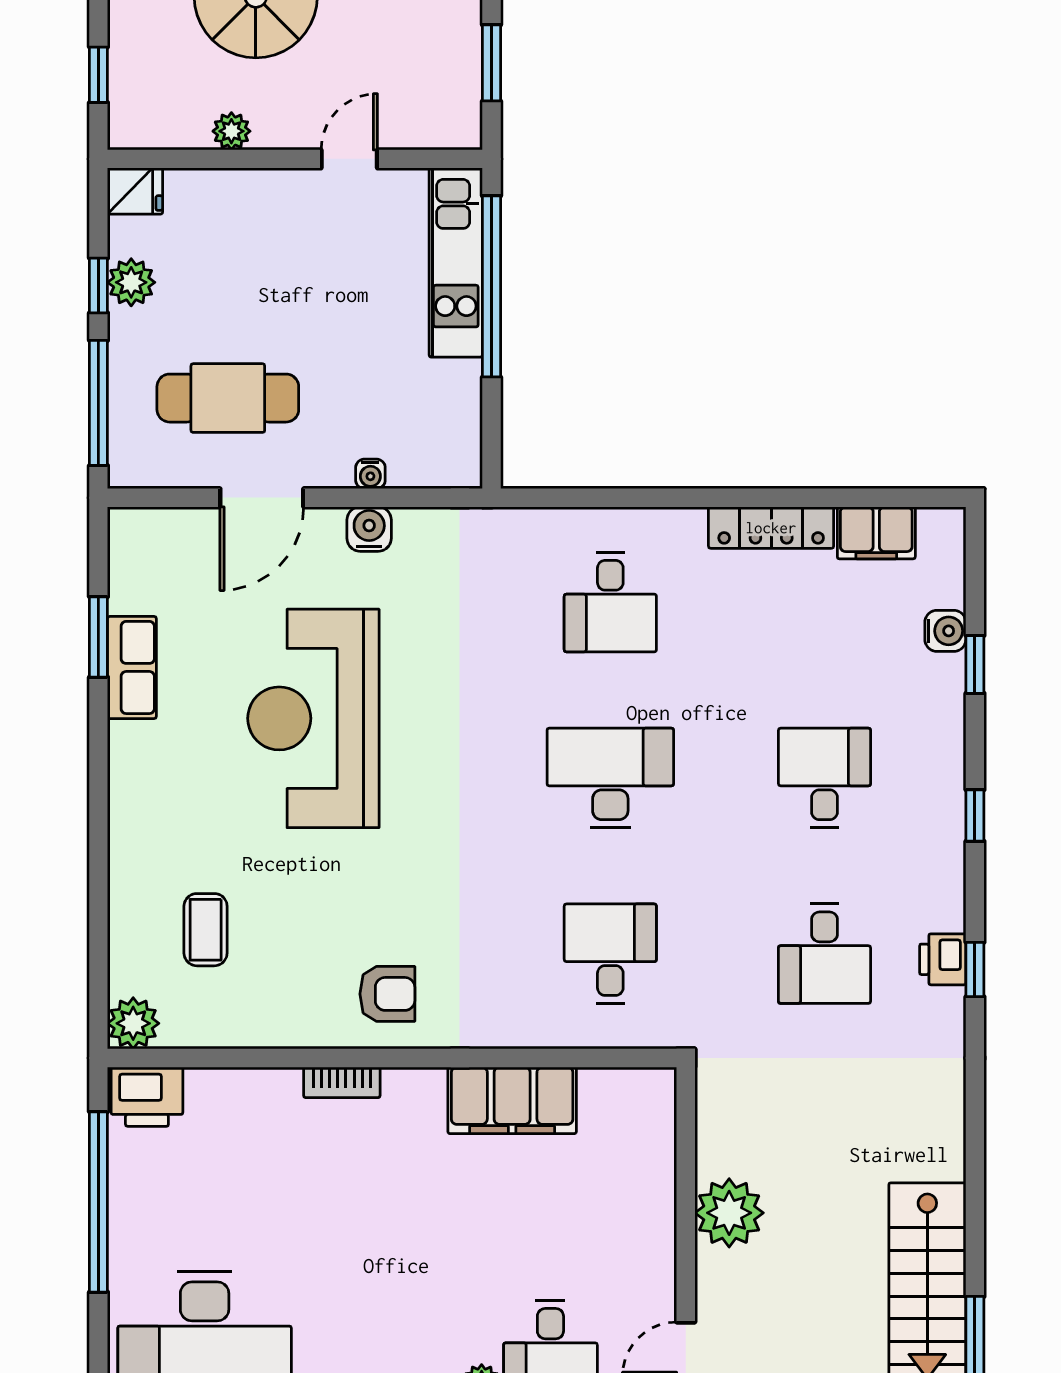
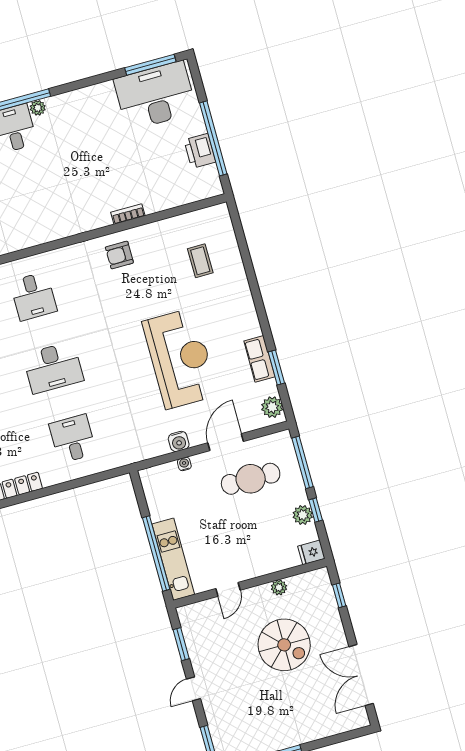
plant: (133, 1023) -> (272, 407), moved
printer: (147, 1097) -> (200, 151), moved, turned -90
filing cabinet: (512, 1100) -> (57, 226), removed

